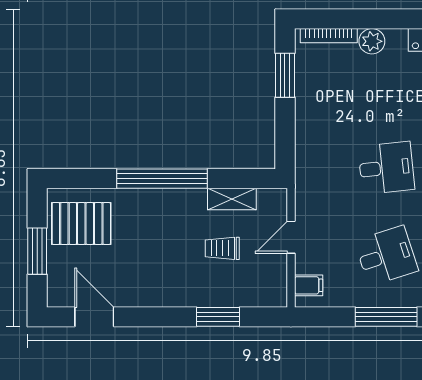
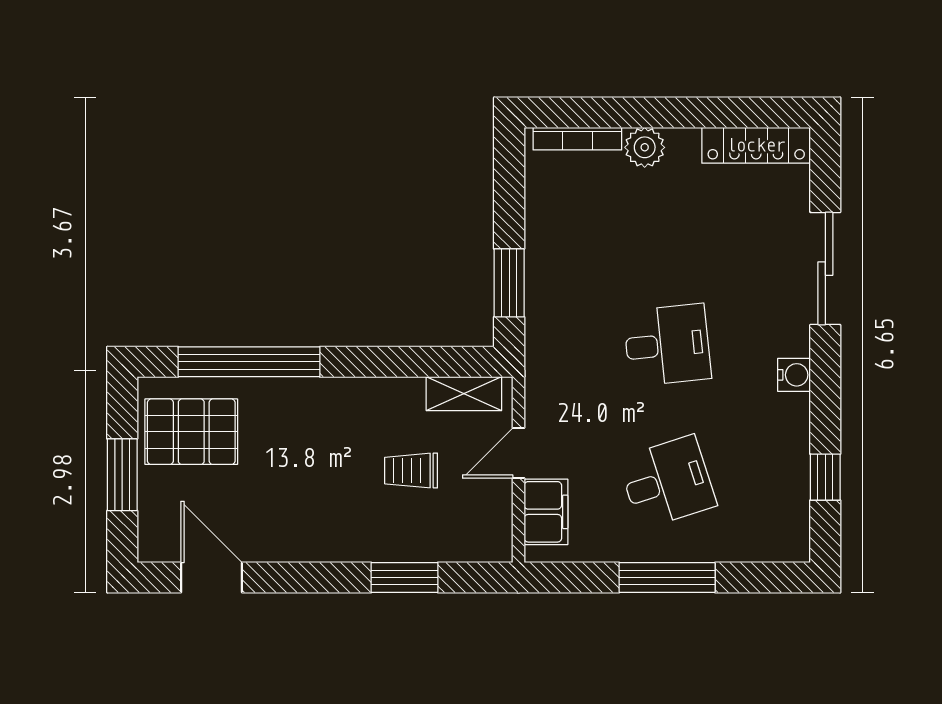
window: (285, 75) -> (509, 283), moved
window: (162, 179) -> (249, 362), moved
shelving: (232, 199) -> (464, 394), moved
filing cabinet: (309, 285) -> (546, 512), width x2.00

